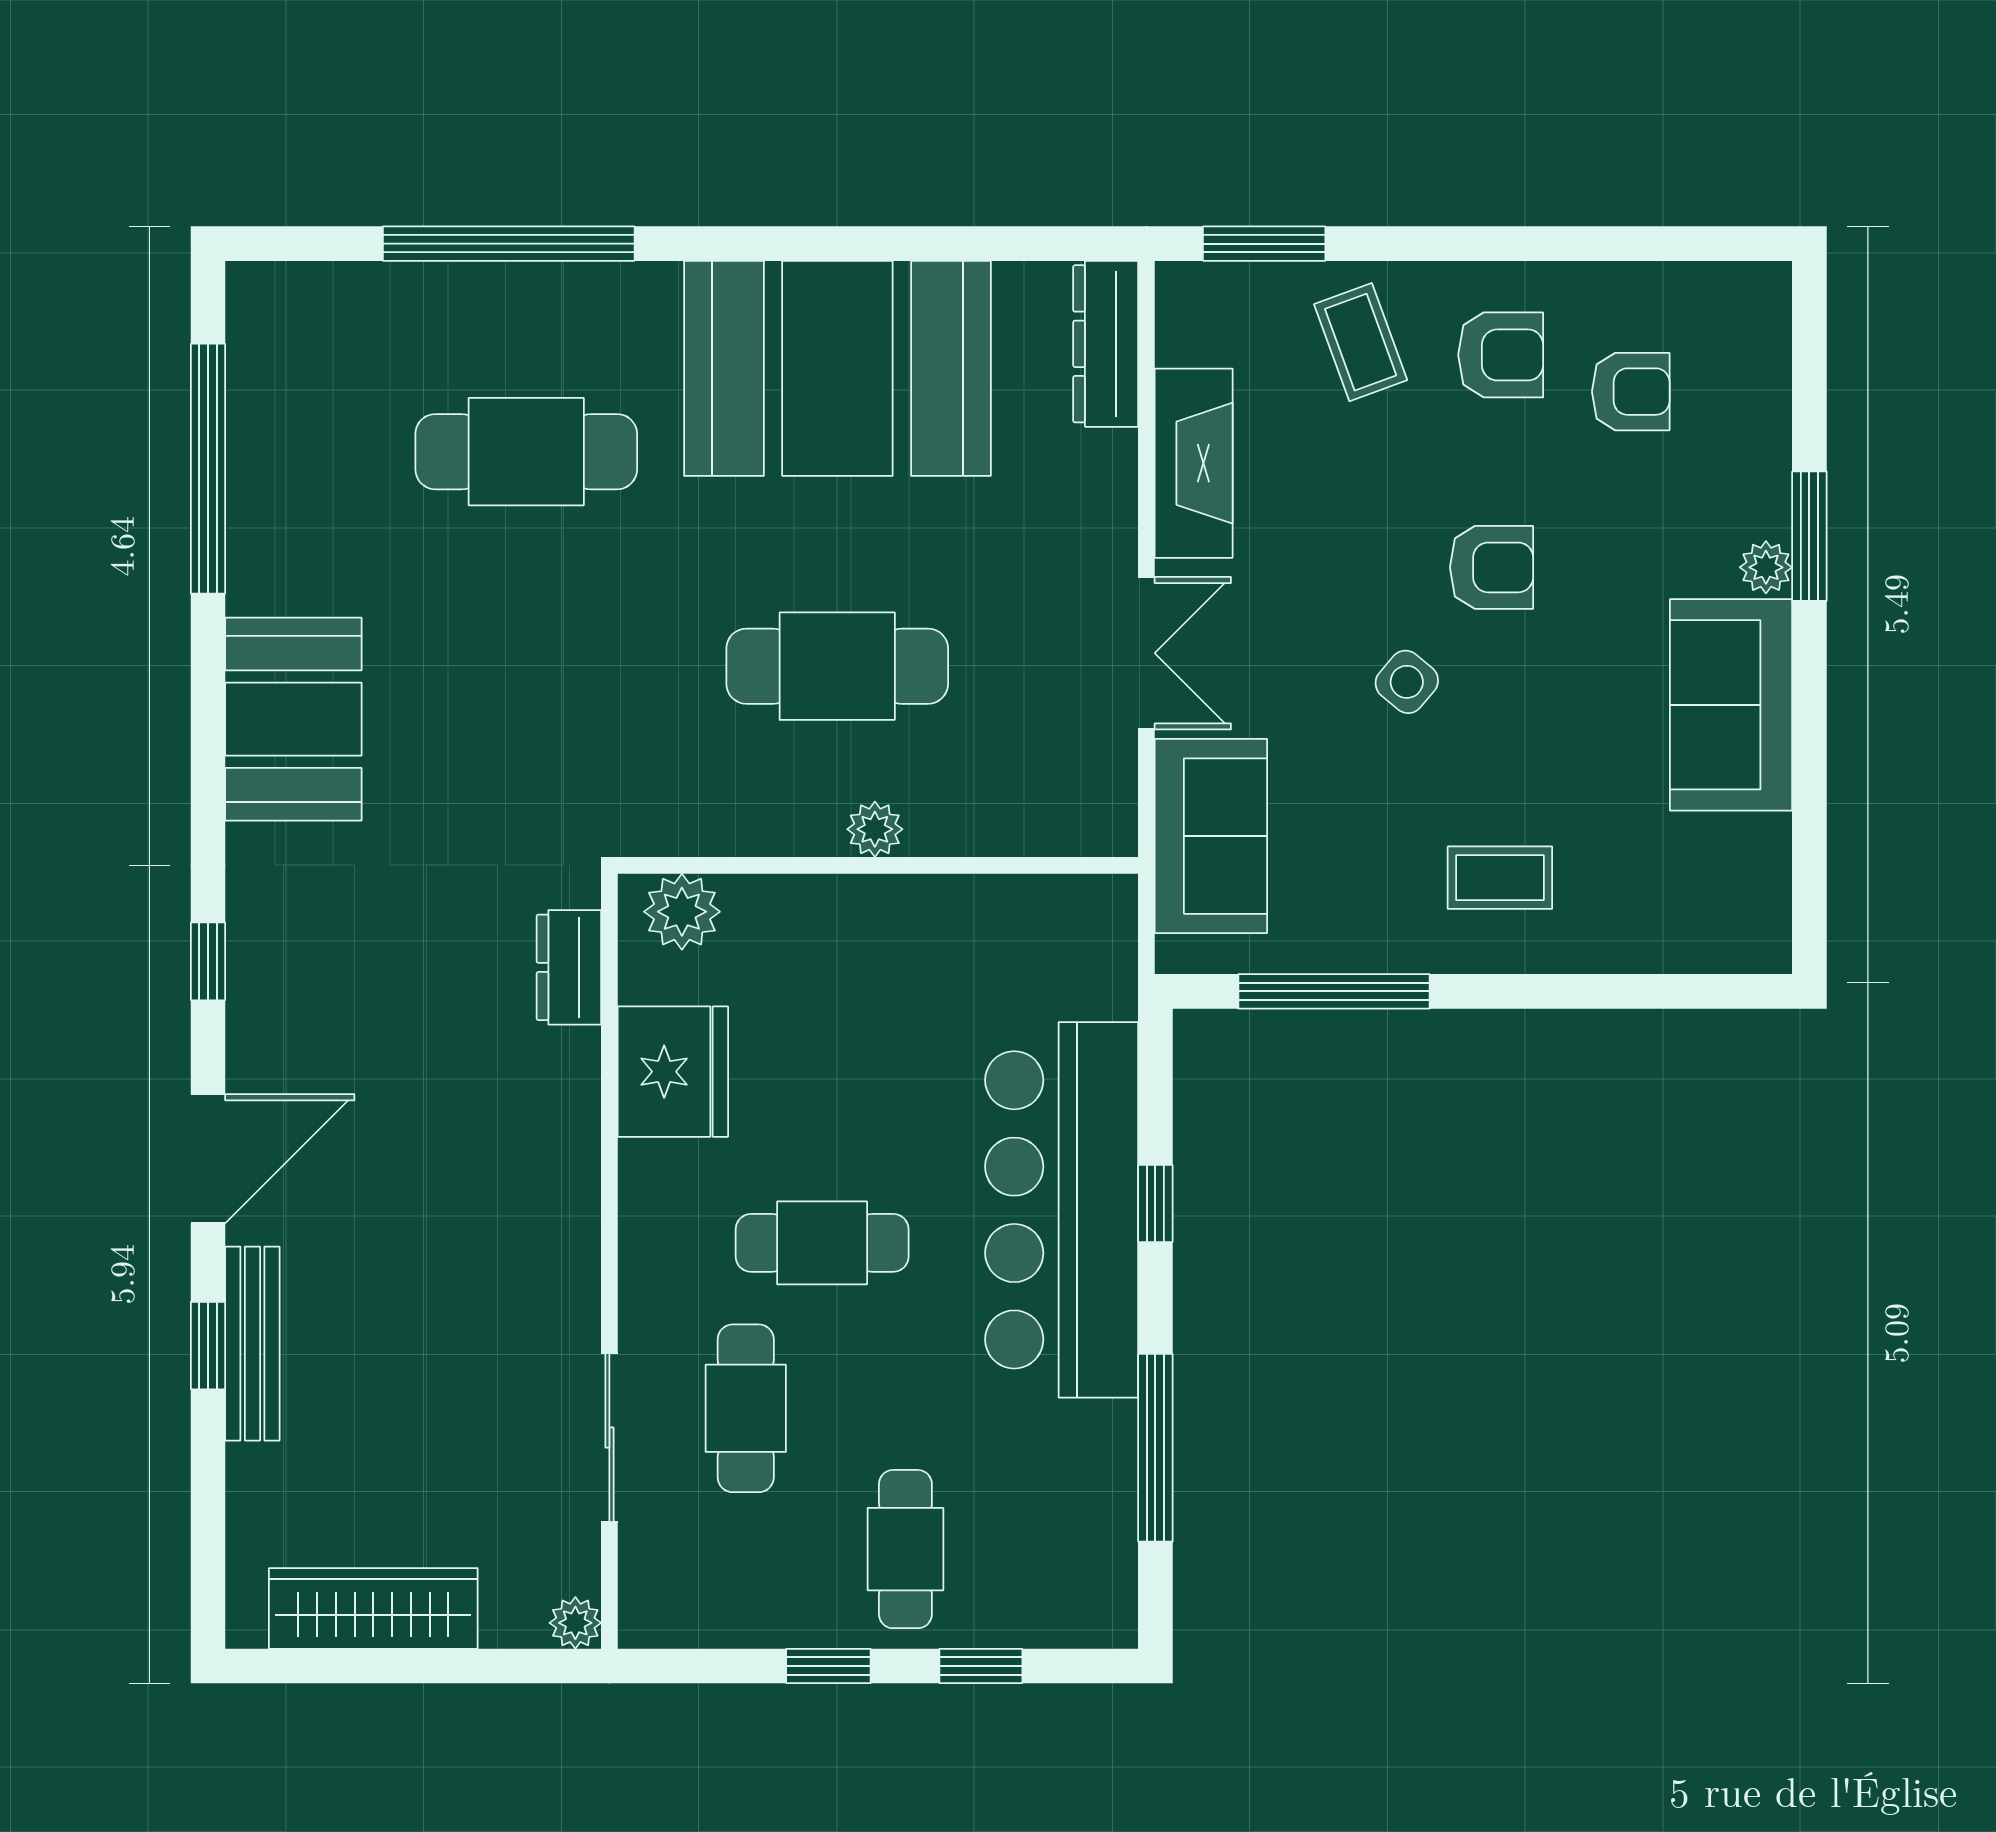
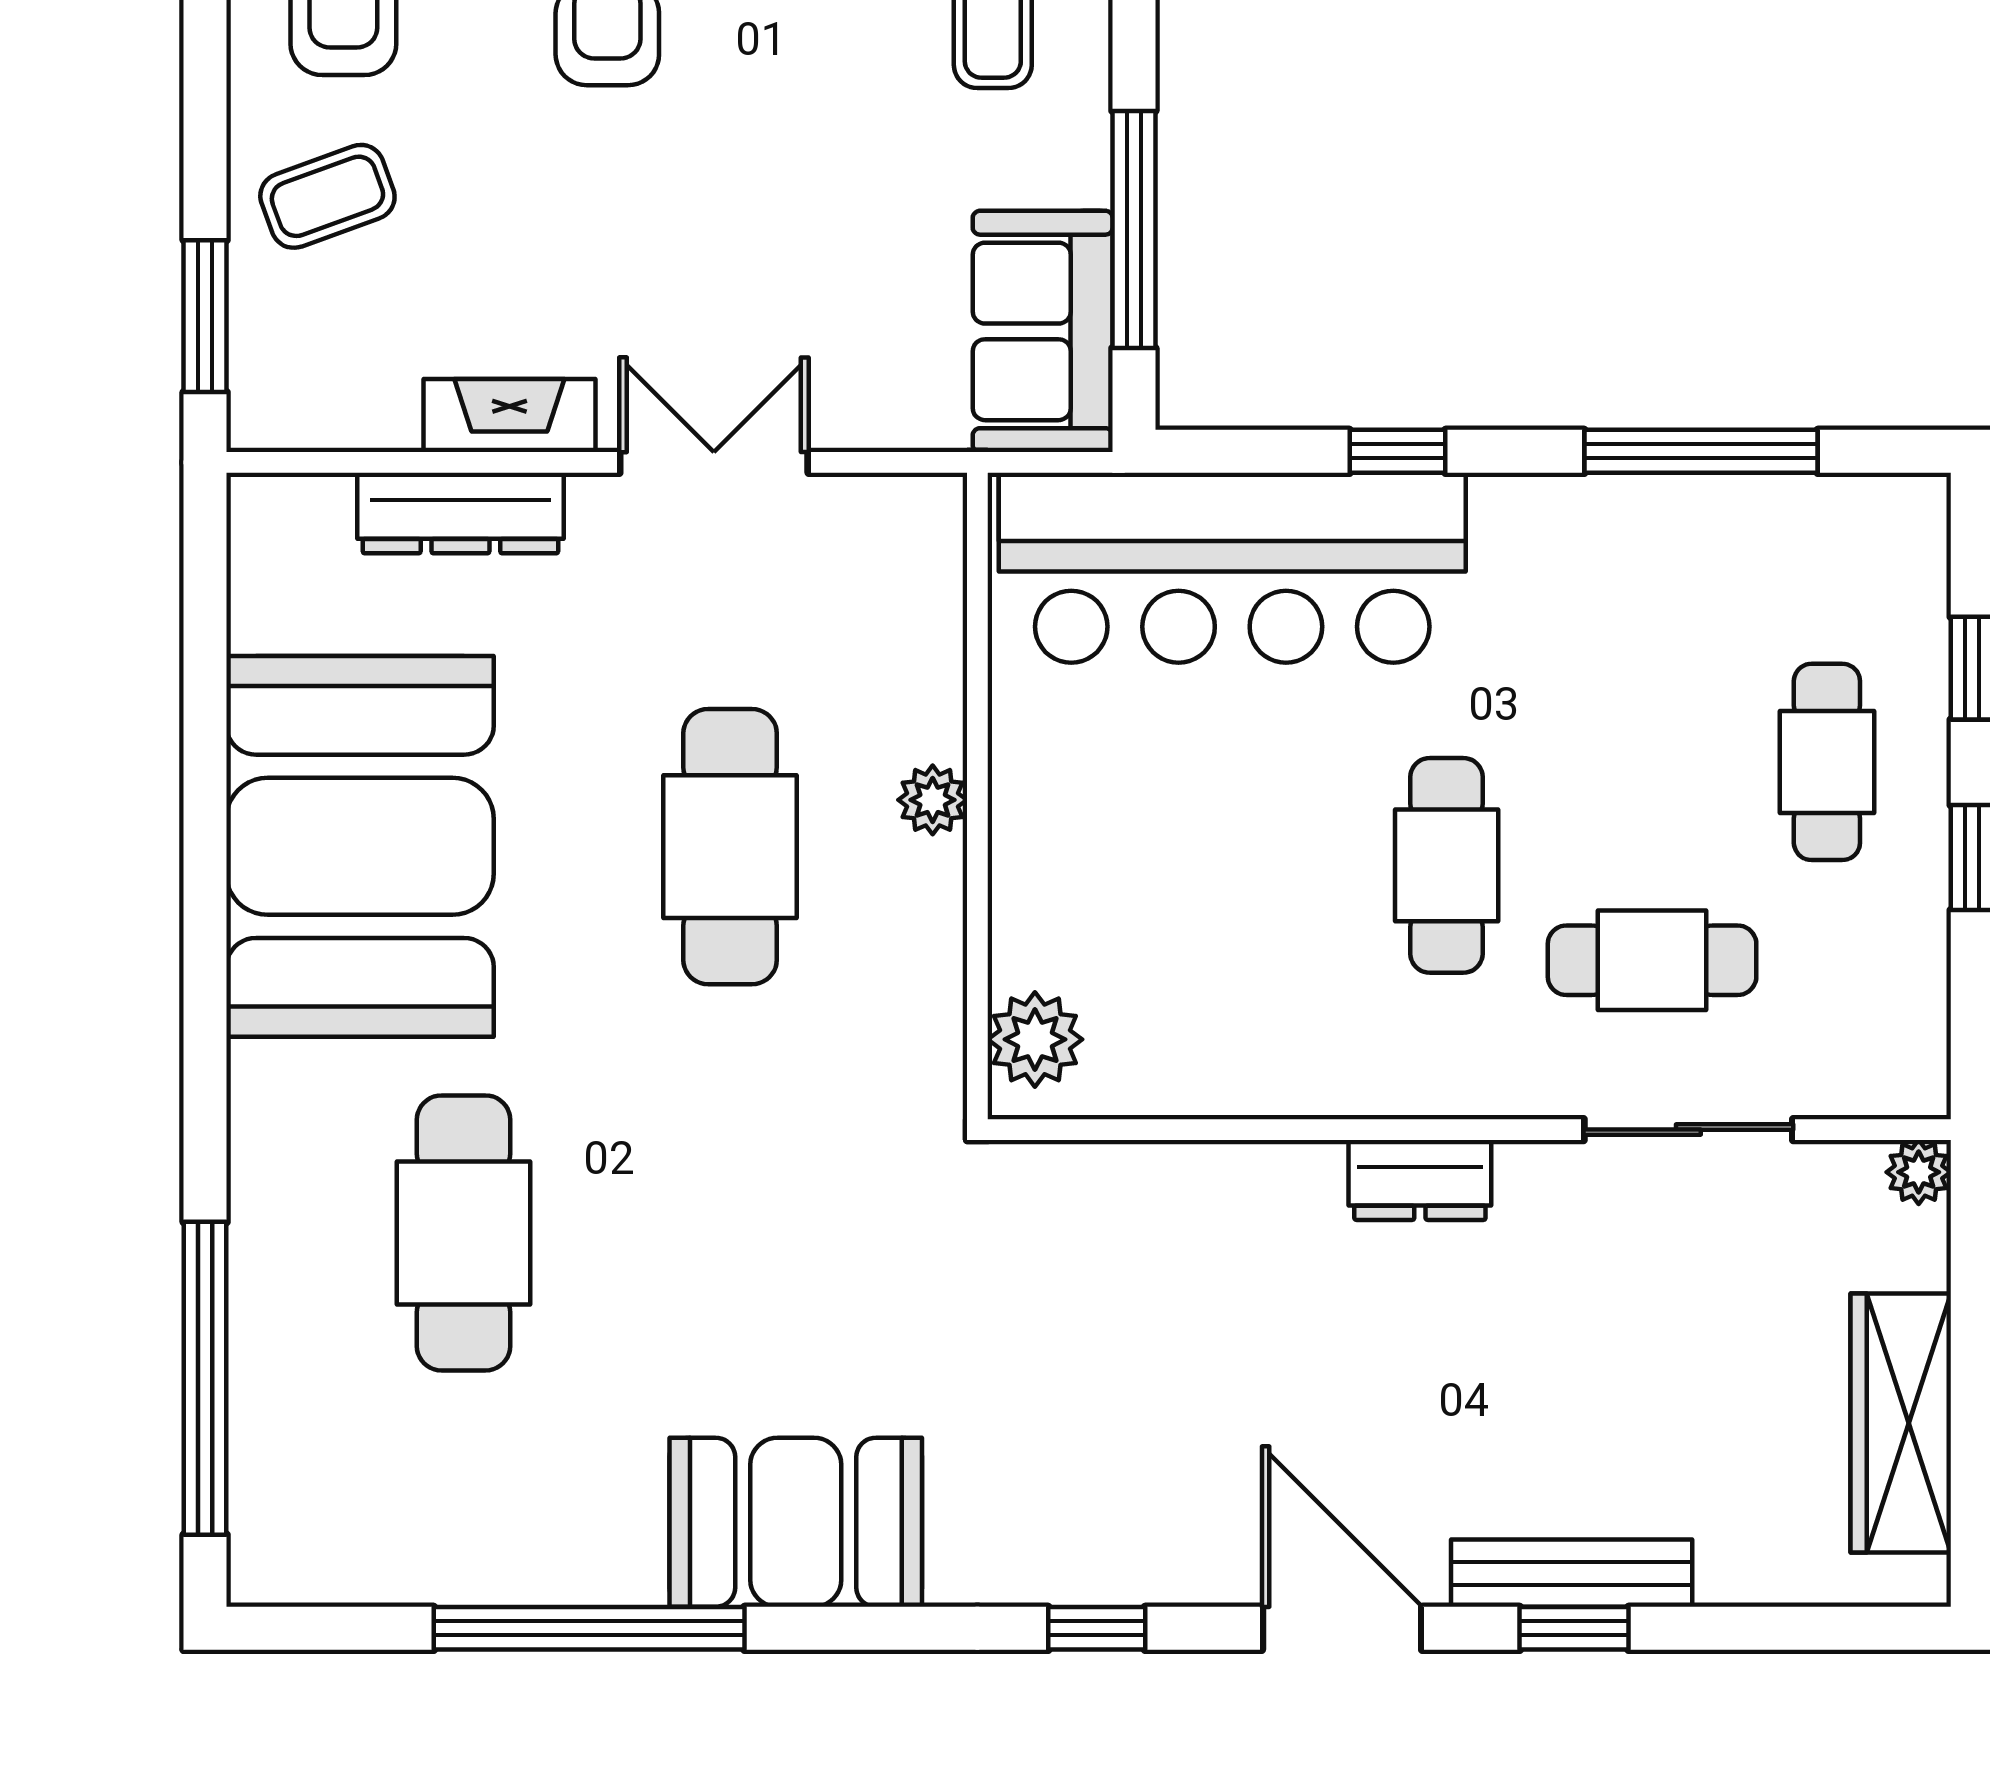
window: (509, 244) -> (205, 1378), moved
dresser: (1106, 344) -> (460, 513), moved
fireplace: (1194, 463) -> (509, 415), width x0.73, depth x0.76
window: (208, 469) -> (589, 1628), moved
side table: (1407, 682) -> (749, 139), removed
sofa: (1211, 836) -> (1043, 331), moved, turned -90
dresser: (569, 967) -> (1420, 1180), moved
fridge: (673, 1072) -> (1234, 1051), removed
bar counter: (1062, 1210) -> (1232, 568), moved
cafe table: (905, 1549) -> (1827, 762), turned 90

